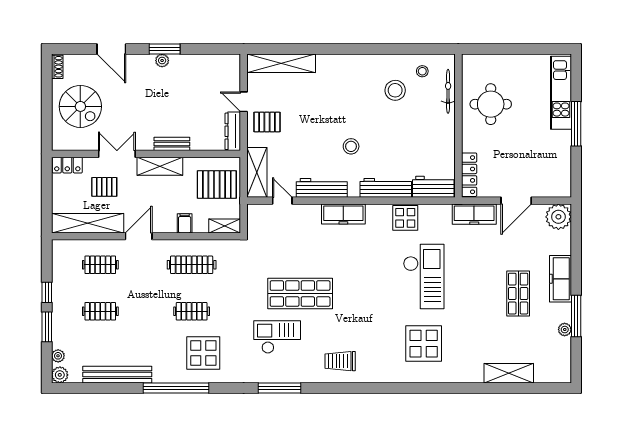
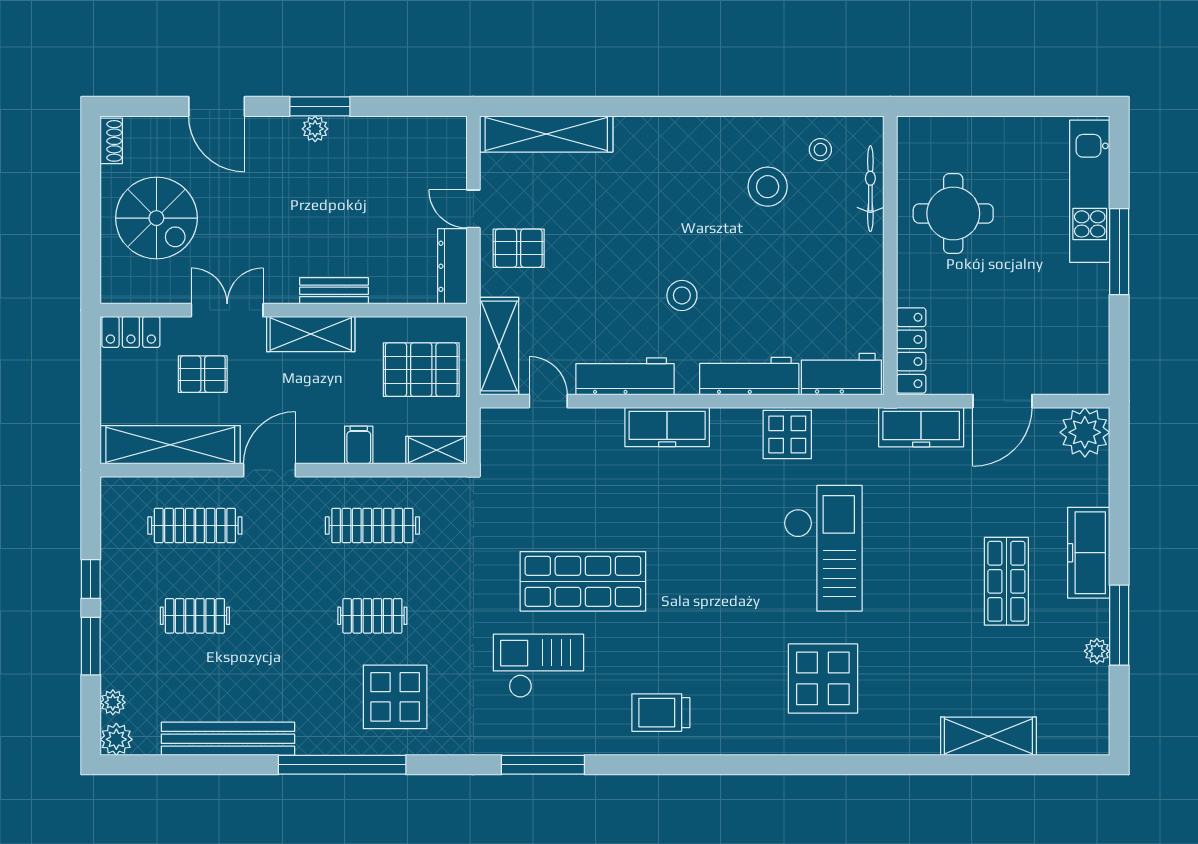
clothes rail: (100, 265) -> (195, 526), width x1.36

